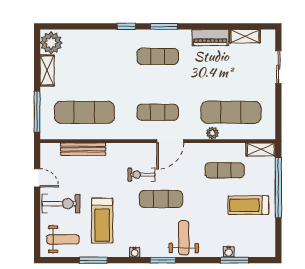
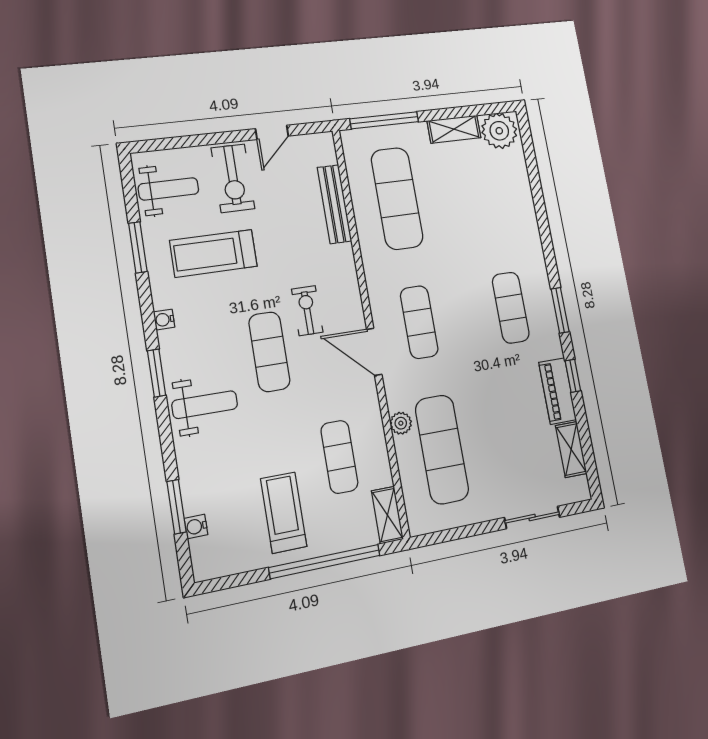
window: (126, 26) -> (573, 376), moved
weight bench: (63, 239) -> (169, 189), turned -90
water cooler: (229, 252) -> (196, 526), moved

